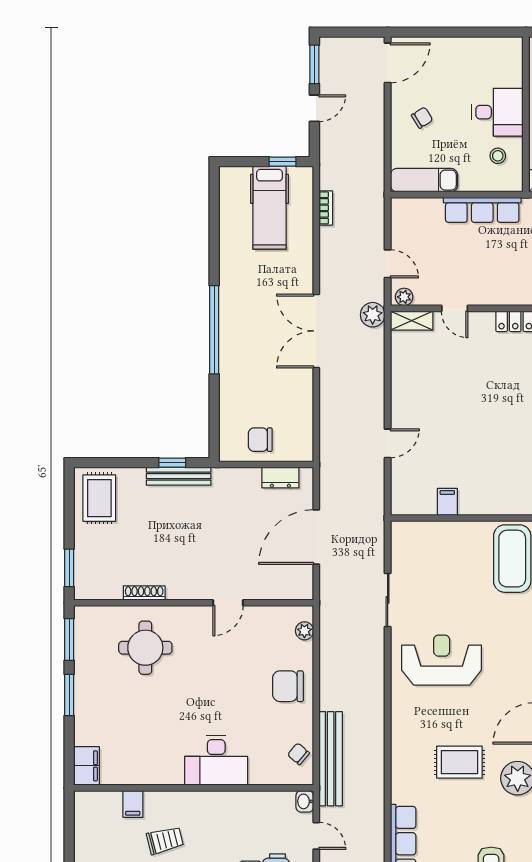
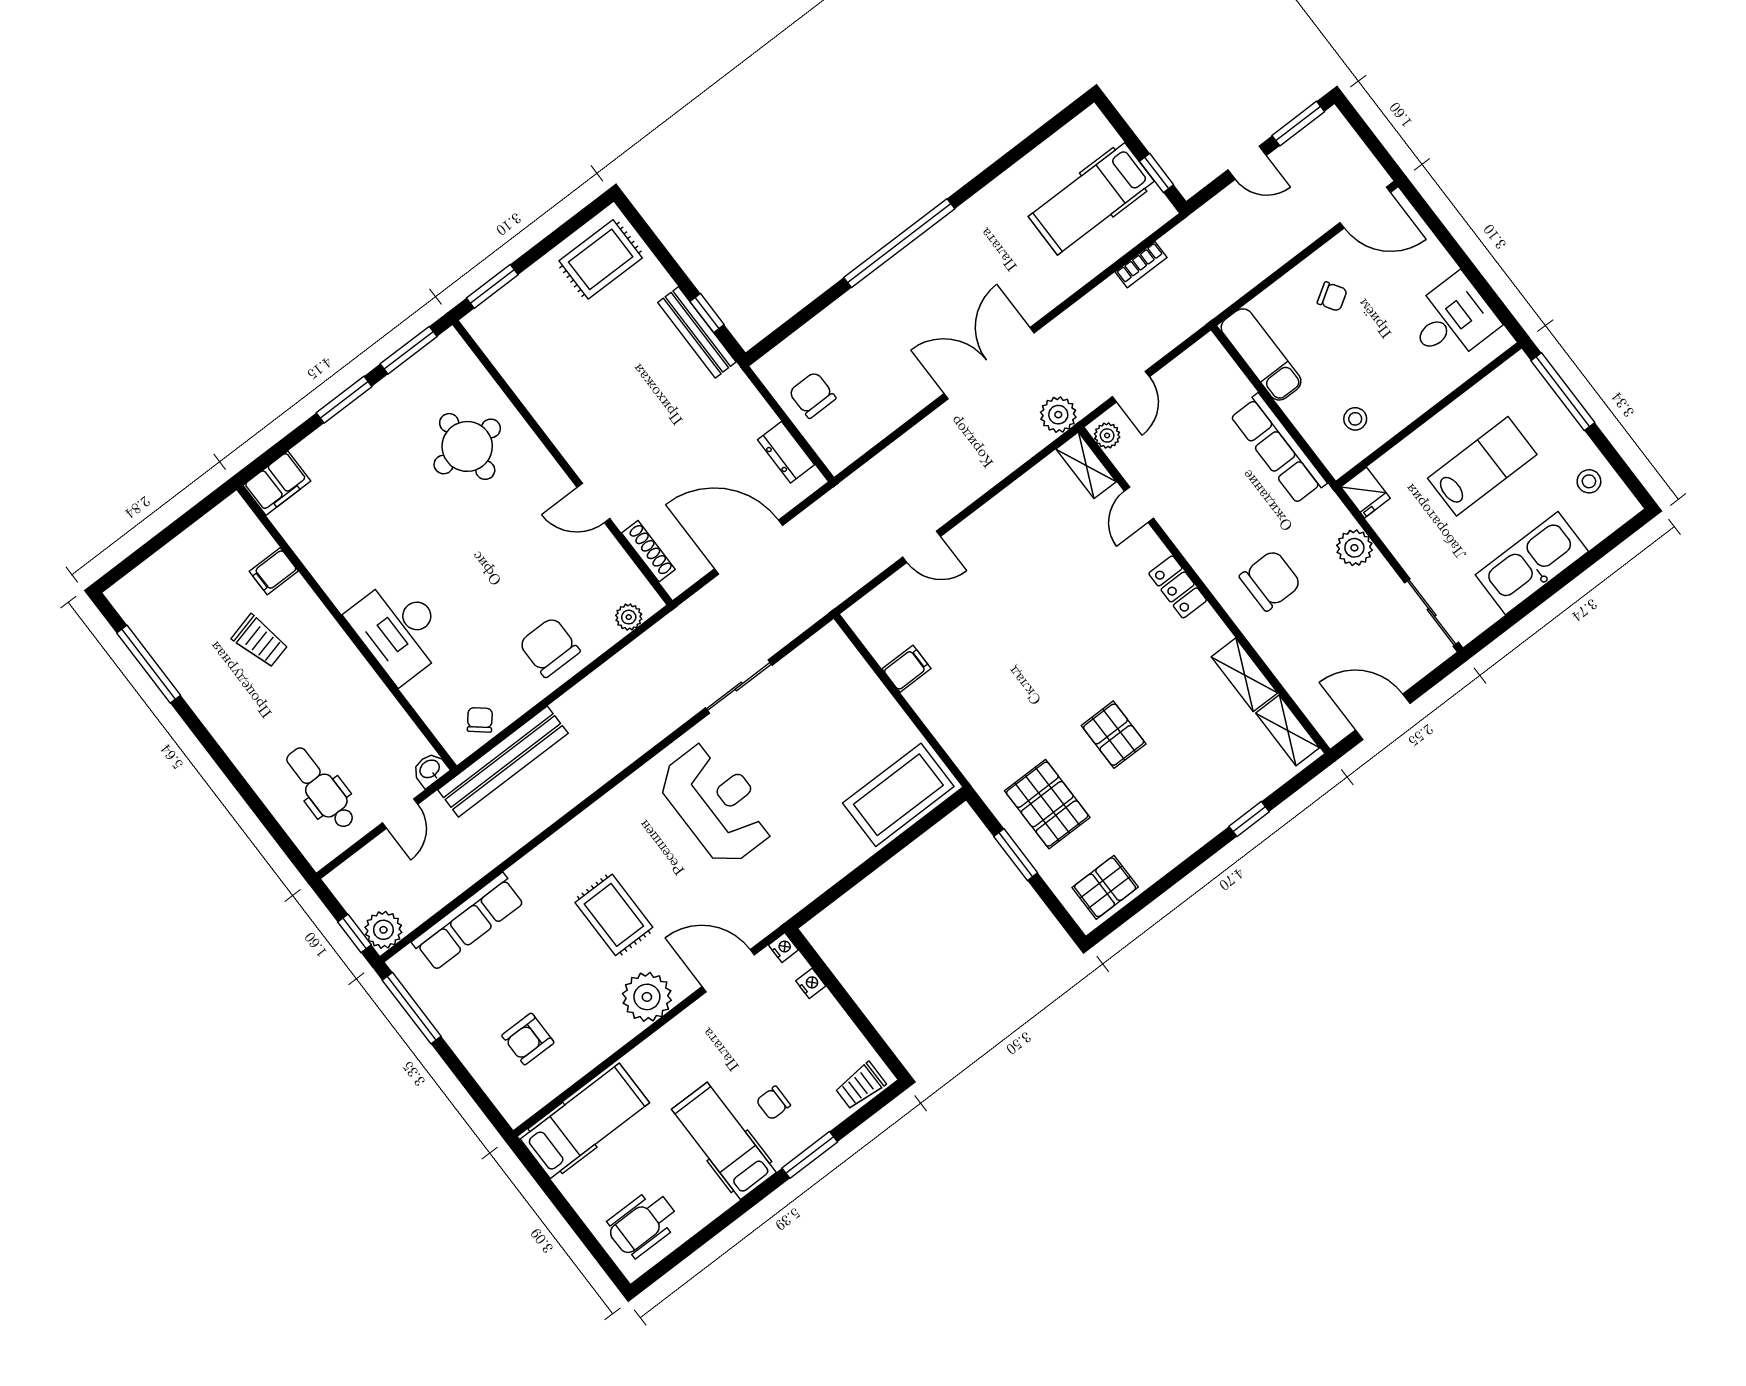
desk: (497, 112) -> (1452, 320), moved, turned -90
shoe rack: (144, 593) -> (648, 551), moved

